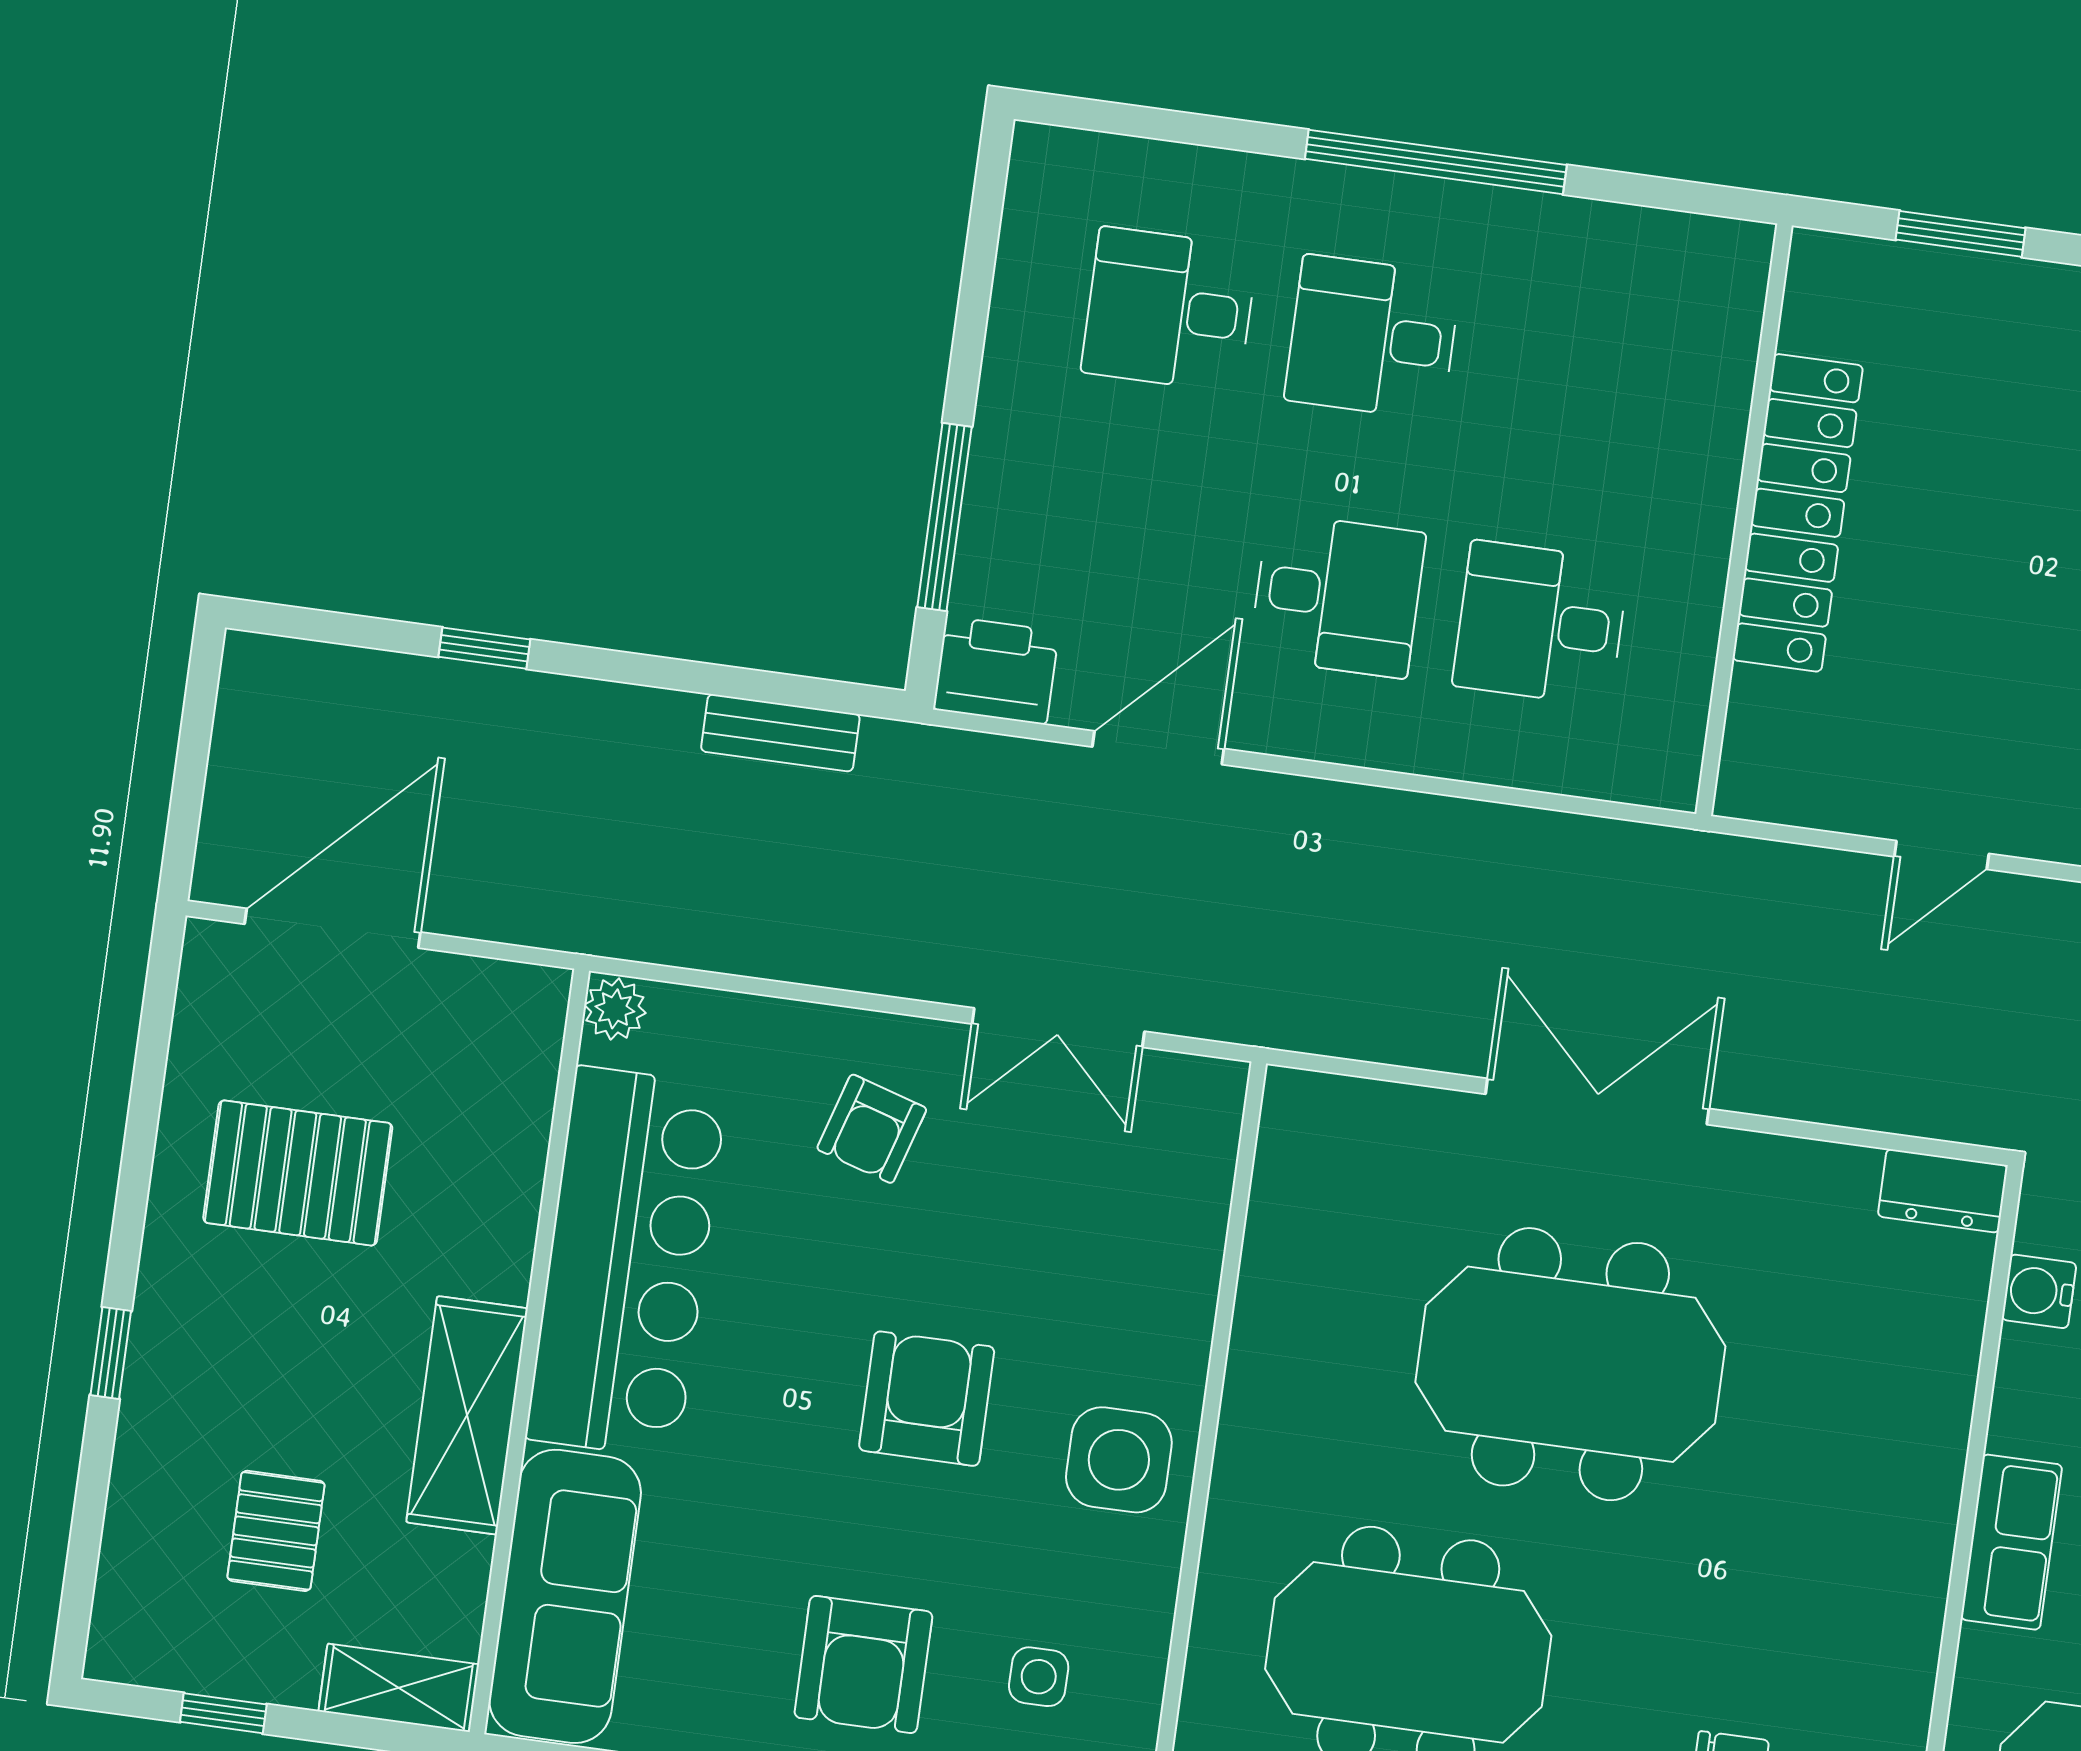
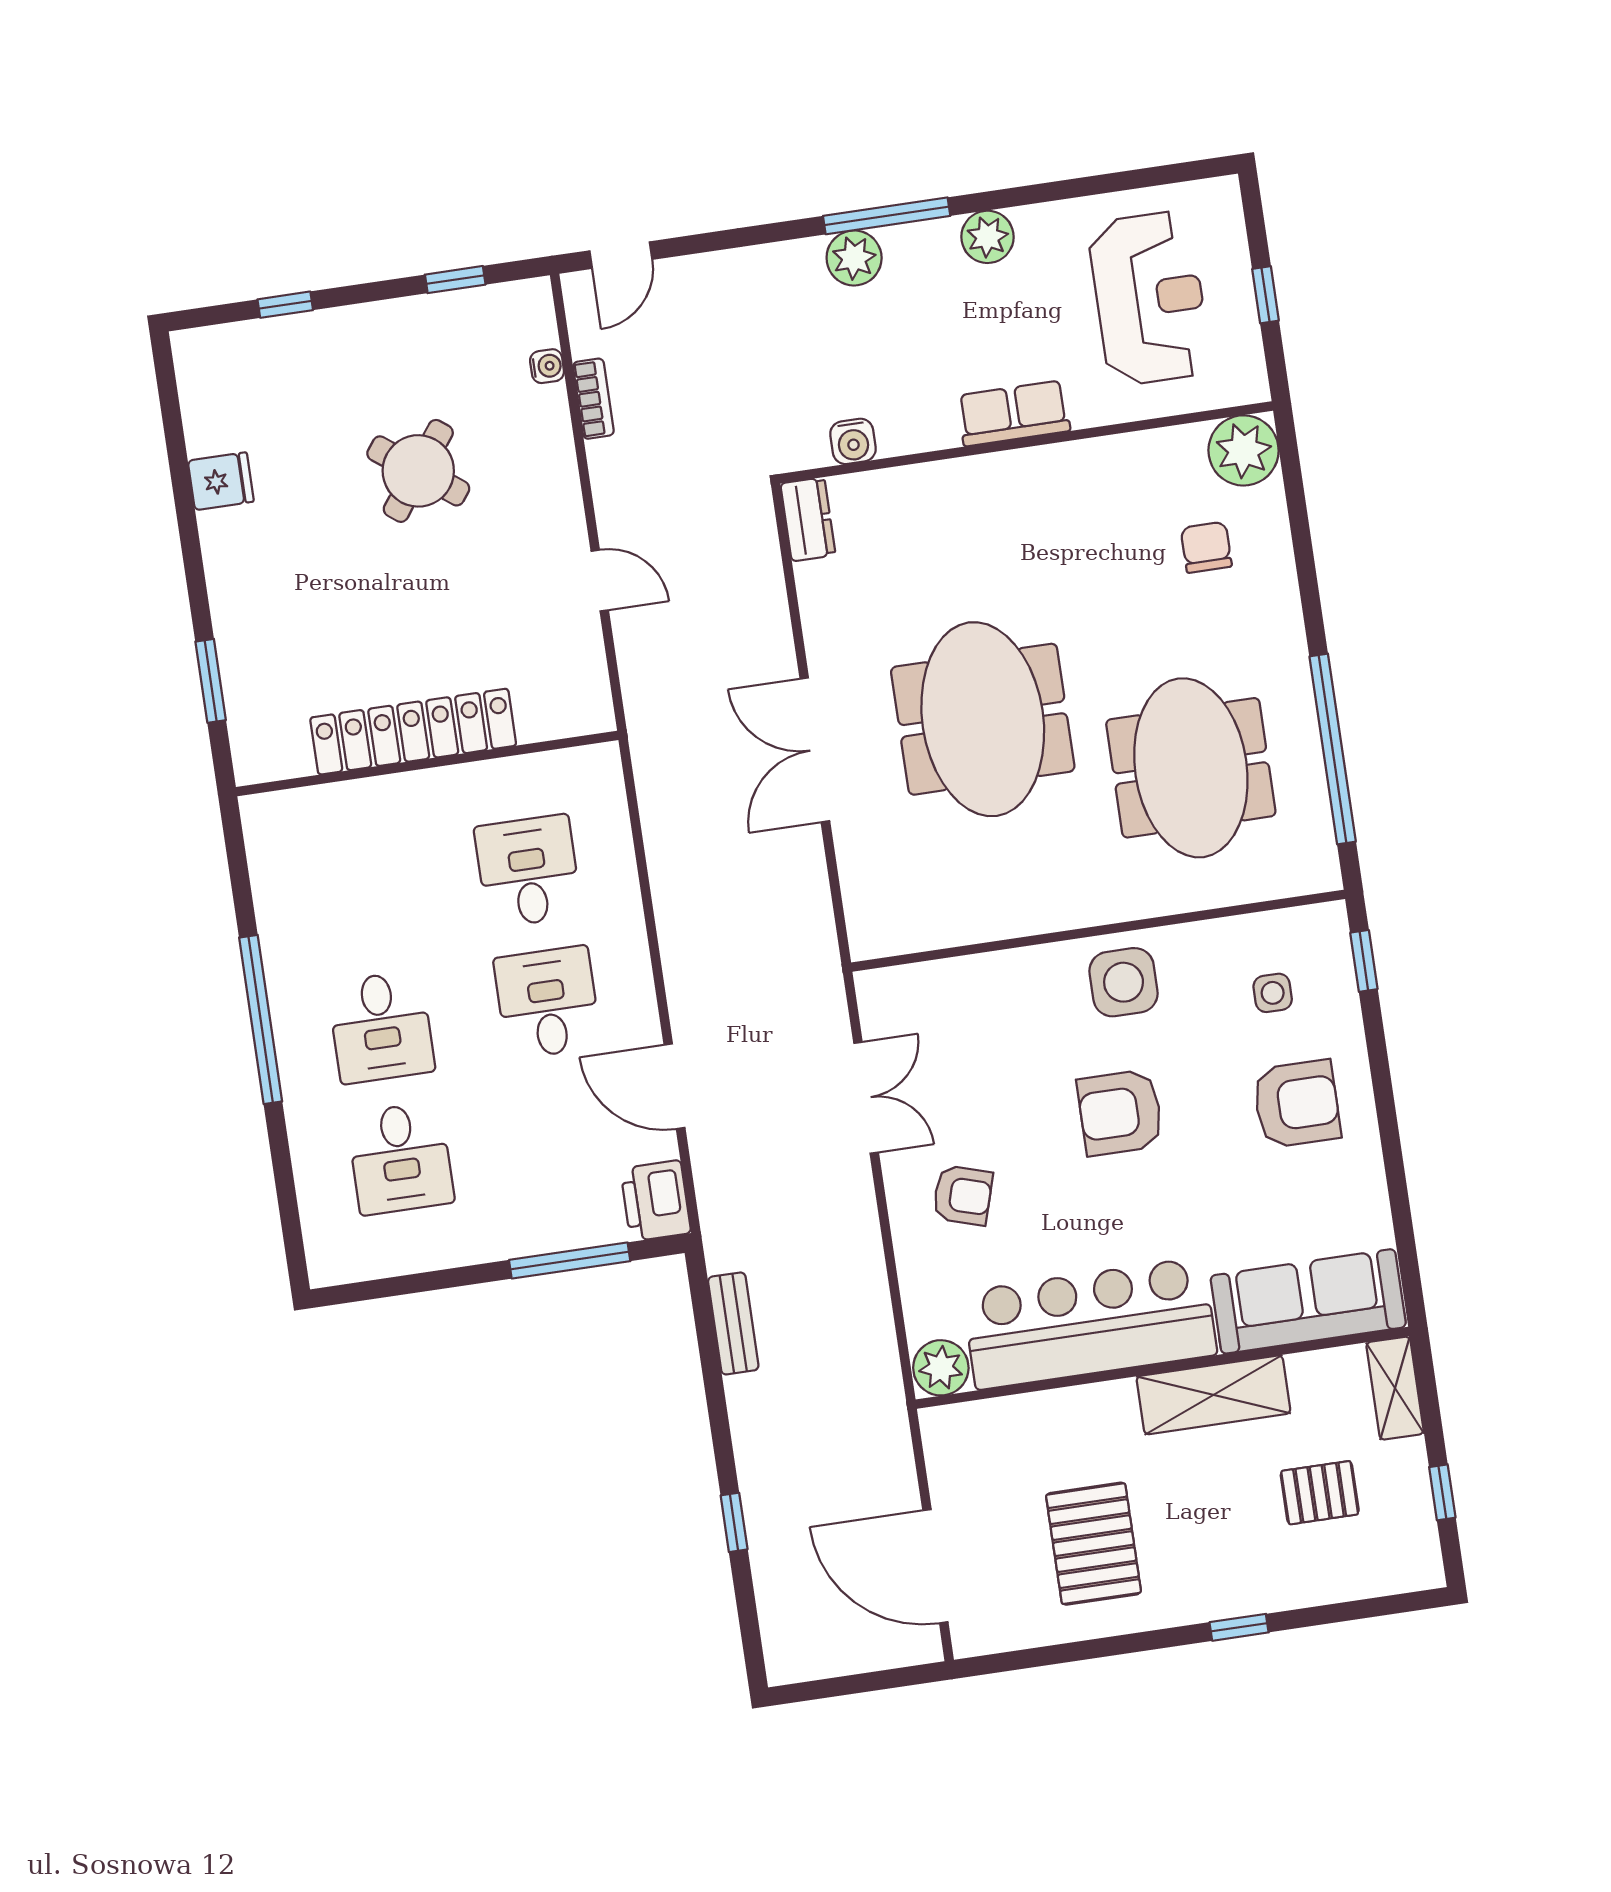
desk: (1541, 623) -> (528, 871), turned 180
plant: (615, 1009) -> (941, 1368), width x1.38, depth x1.38

